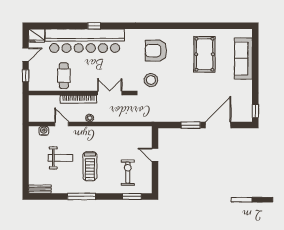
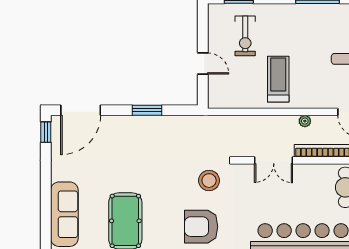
armchair: (156, 51) -> (201, 227), turned 180
door: (218, 125) -> (81, 110), moved
treadmill: (90, 166) -> (278, 79), moved

